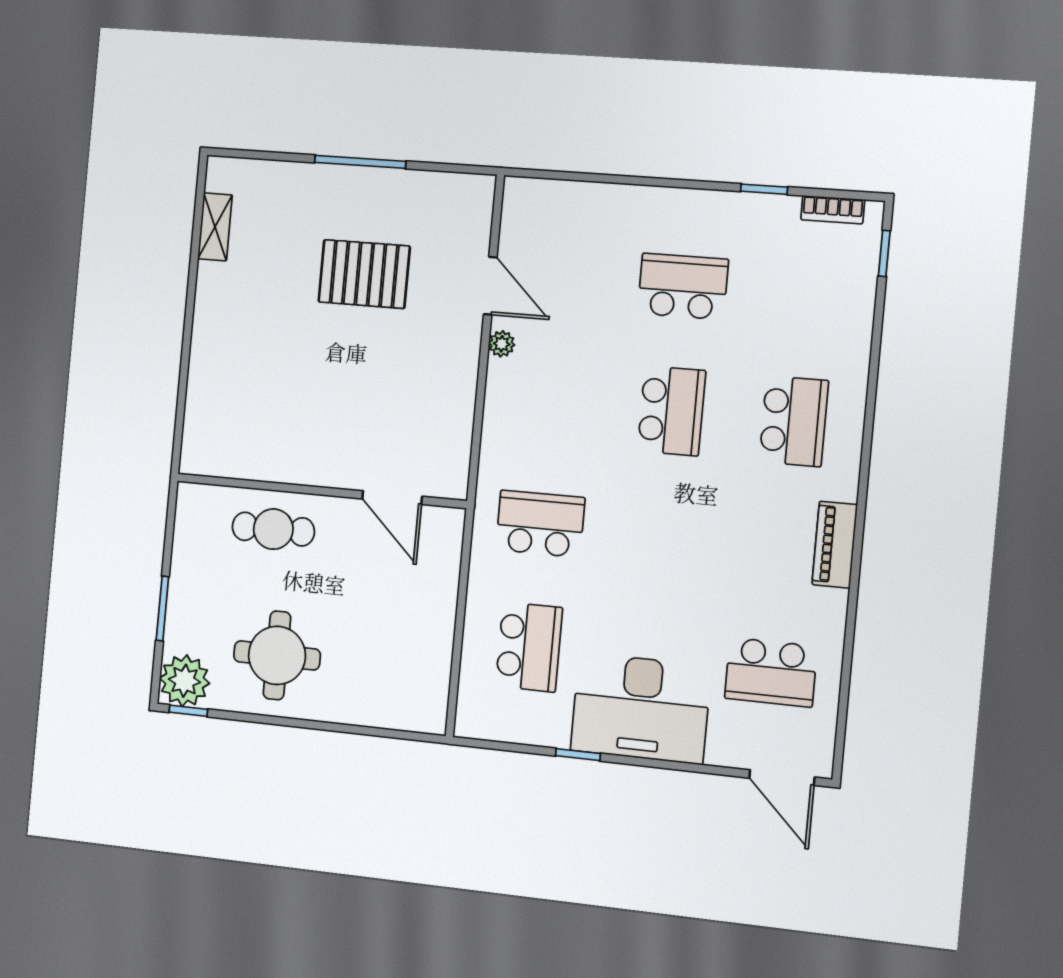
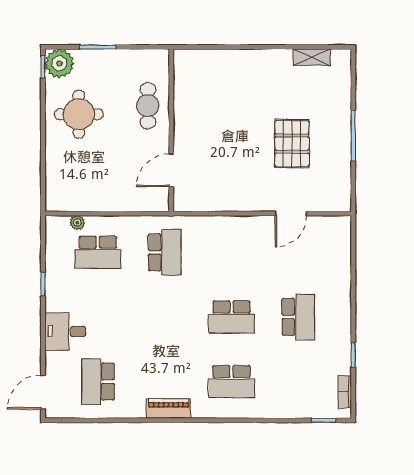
plant: (502, 344) -> (77, 223), moved
desk: (641, 708) -> (65, 331), width x0.53, depth x0.77

